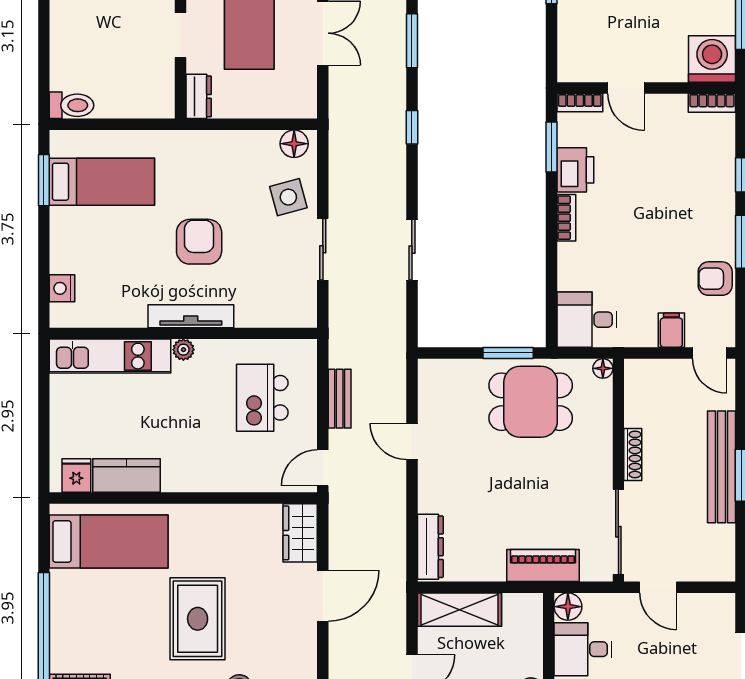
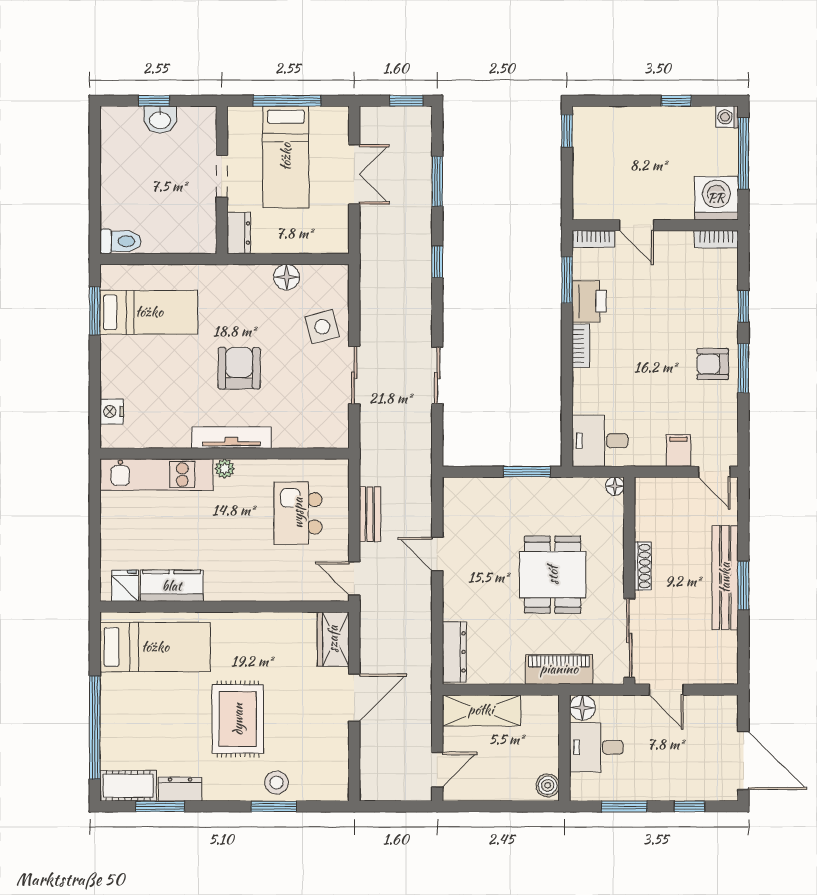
floor lamp: (294, 144) -> (287, 277), moved
armchair: (715, 279) -> (713, 364), moved
dining table: (531, 402) -> (553, 575), moved, turned 90
door: (323, 468) -> (354, 579), hinge flipped

